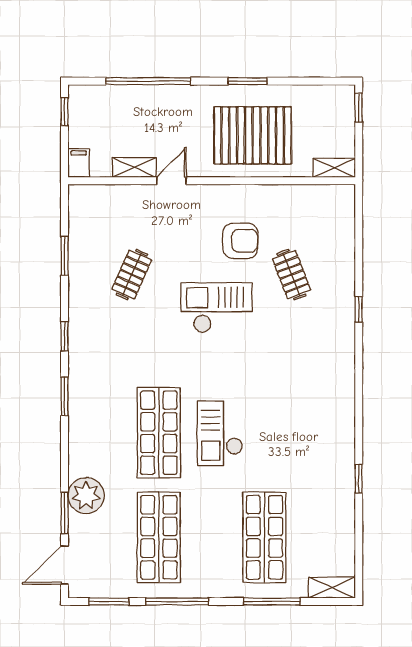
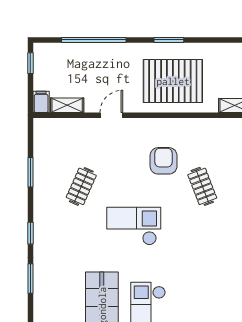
shelving: (134, 167) -> (67, 105), moved
armchair: (240, 241) -> (164, 161), turned -90
checkout: (217, 308) -> (134, 226), moved

